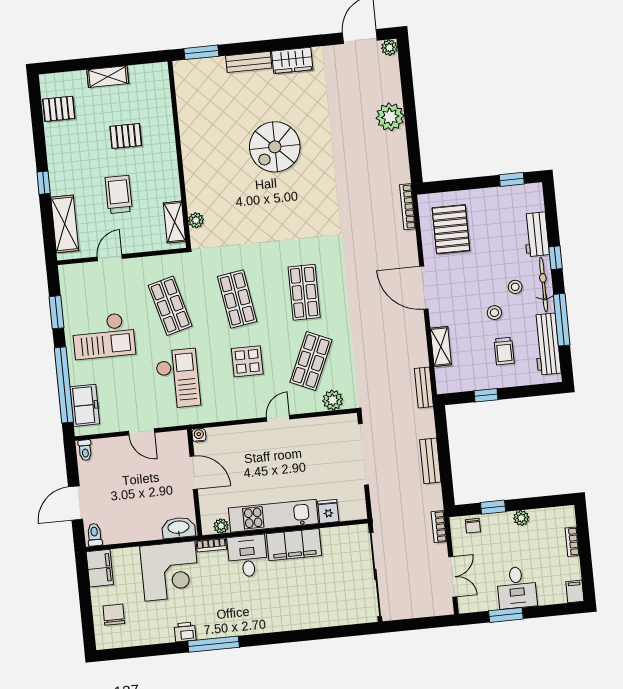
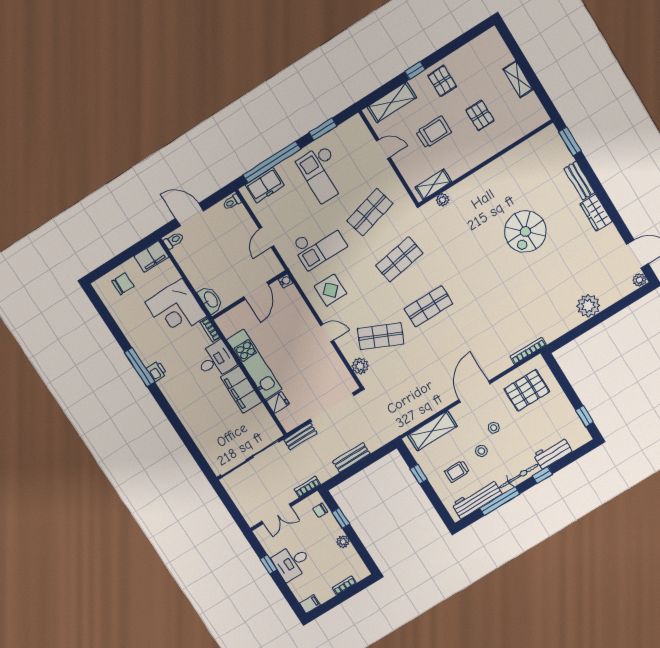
pallet: (59, 109) -> (442, 81), moved
spiral stairs: (275, 147) -> (525, 232), turned -90
stool: (515, 287) -> (494, 428), moved
shelving: (441, 346) -> (432, 431), width x1.50, depth x1.33
display table: (247, 361) -> (330, 290), moved
bench: (424, 388) -> (300, 436), moved
plant: (221, 526) -> (228, 330), removed
window: (506, 615) -> (268, 564), width x0.67
printer: (185, 632) -> (157, 371), moved

